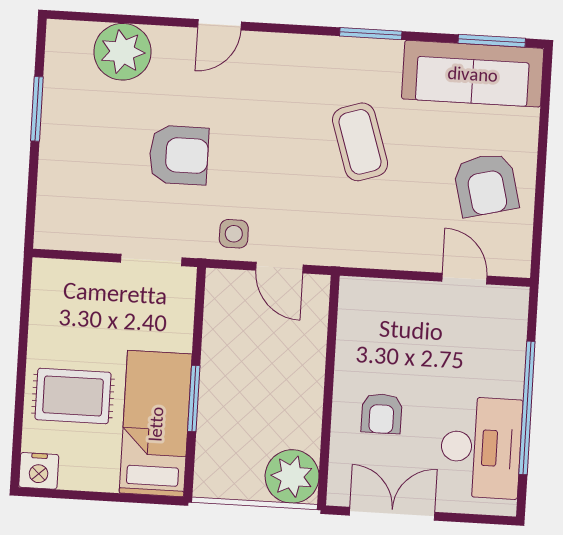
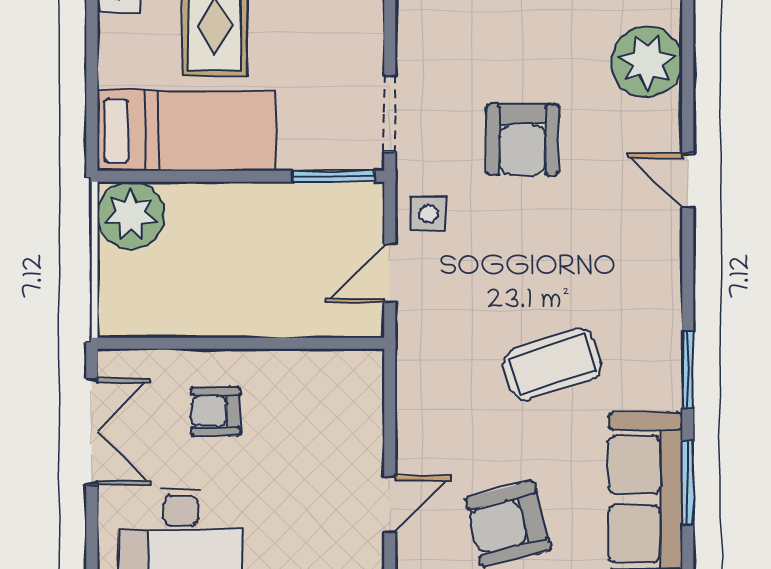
window: (492, 41) -> (688, 483), moved
window: (194, 398) -> (333, 176), moved
plant: (292, 476) -> (131, 215), moved

